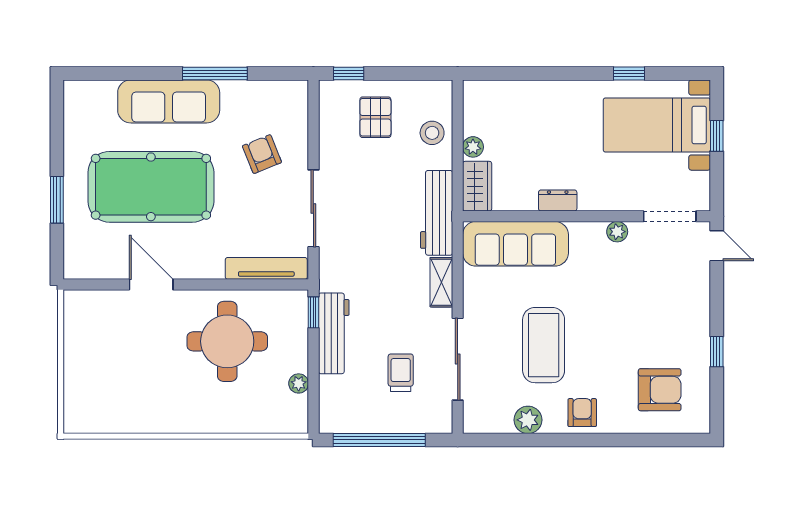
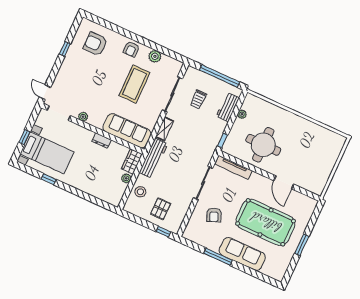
window: (57, 200) -> (302, 245), moved
workbench: (334, 333) -> (228, 107), moved, width x0.73

